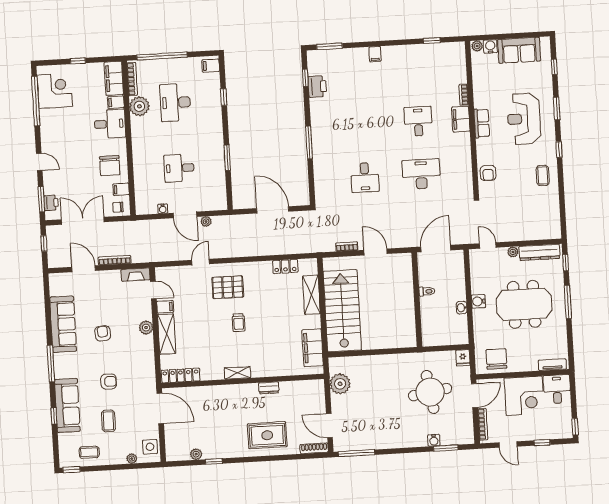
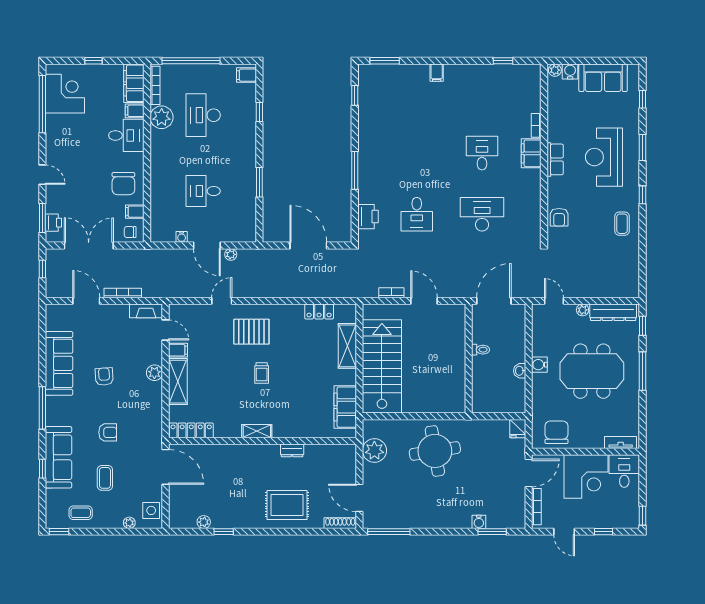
printer: (317, 87) -> (368, 217), moved
round table: (430, 392) -> (435, 451), moved

